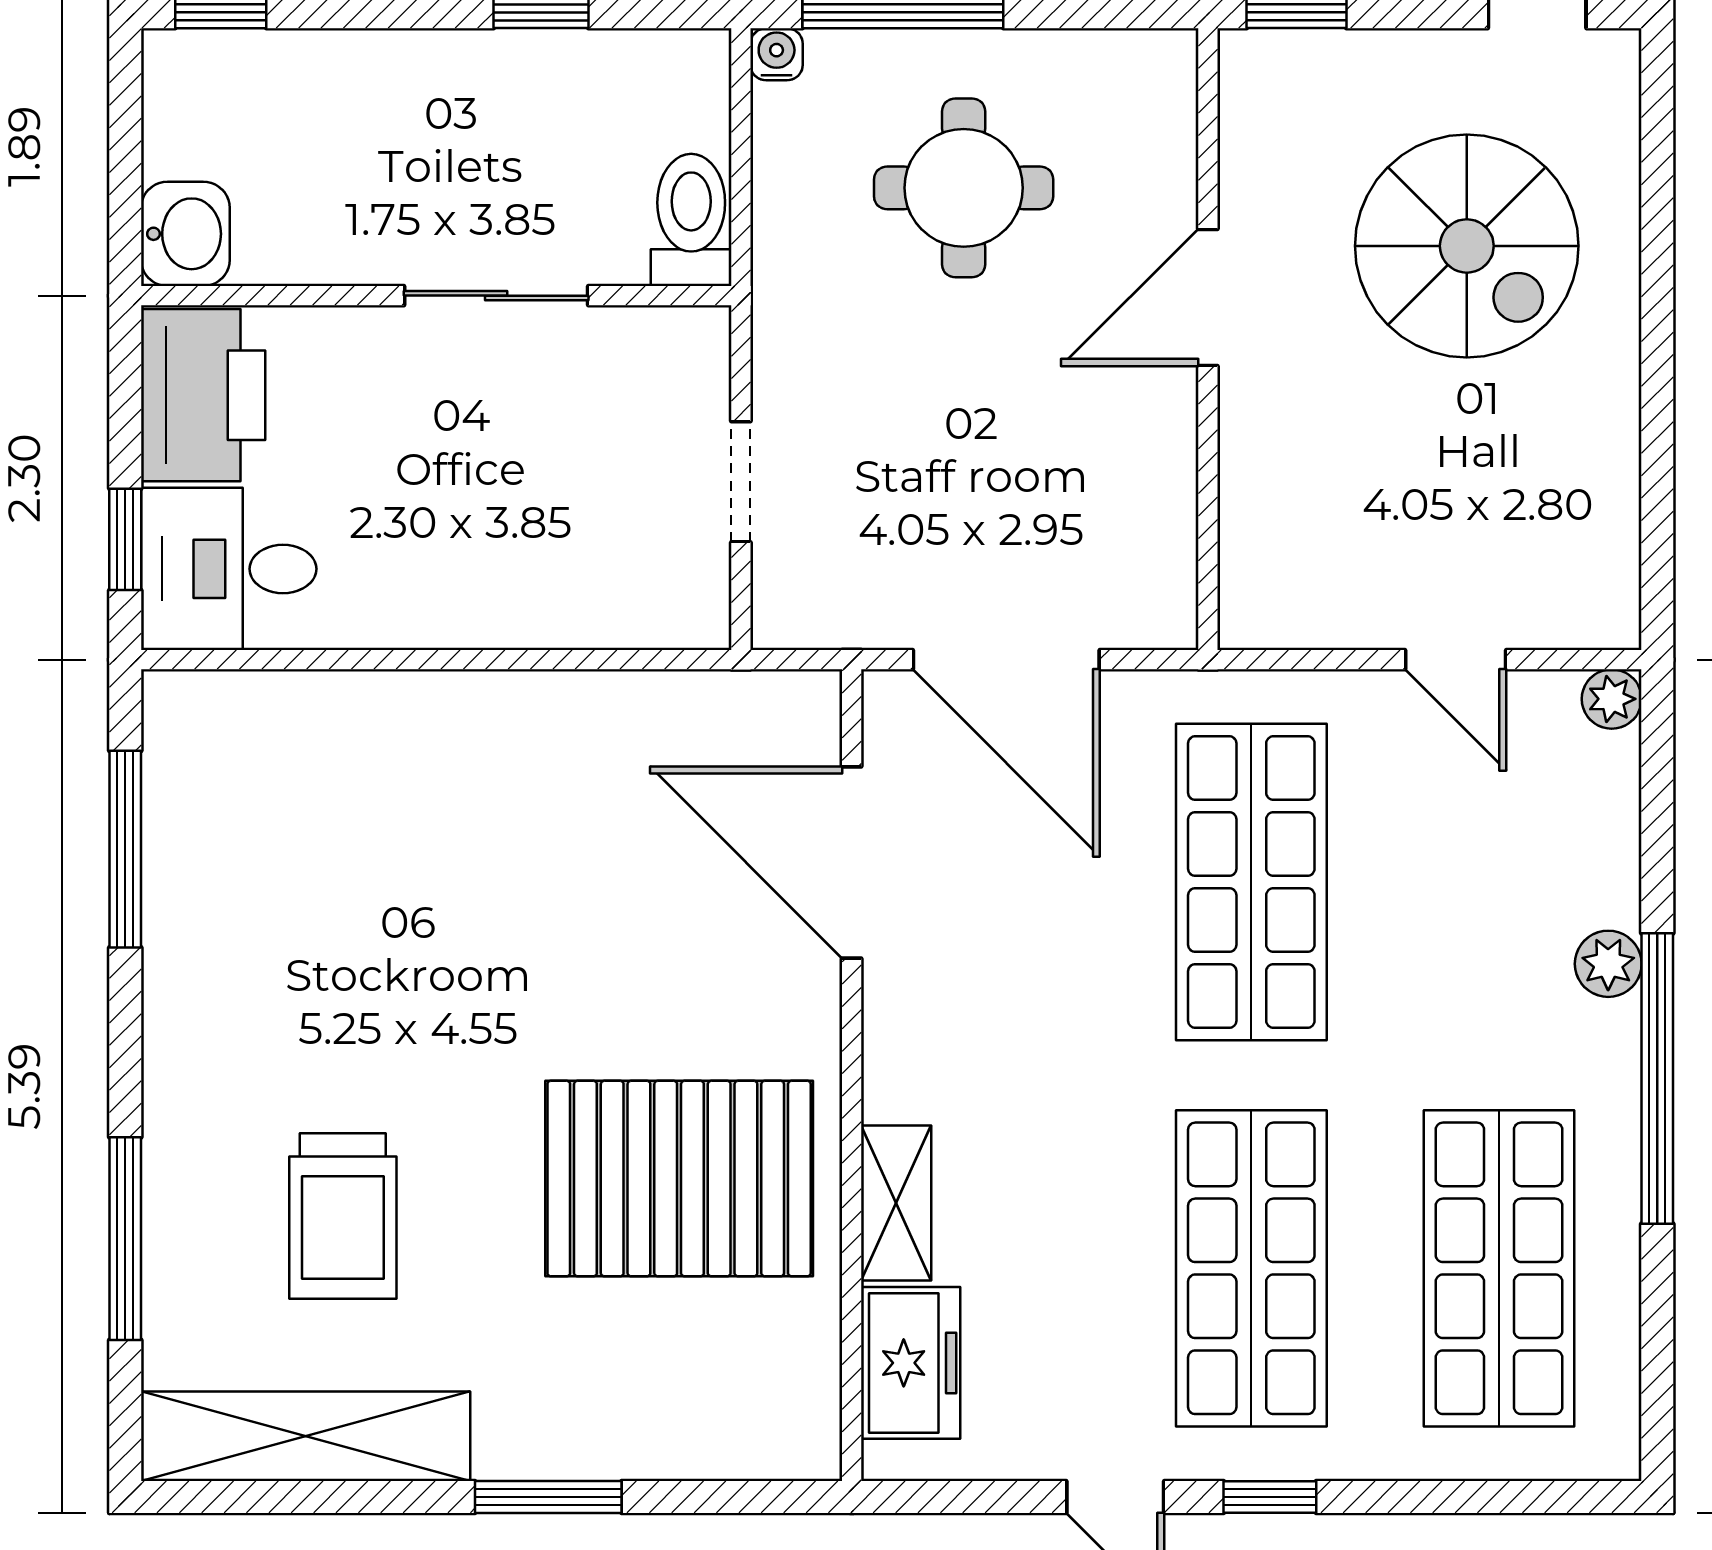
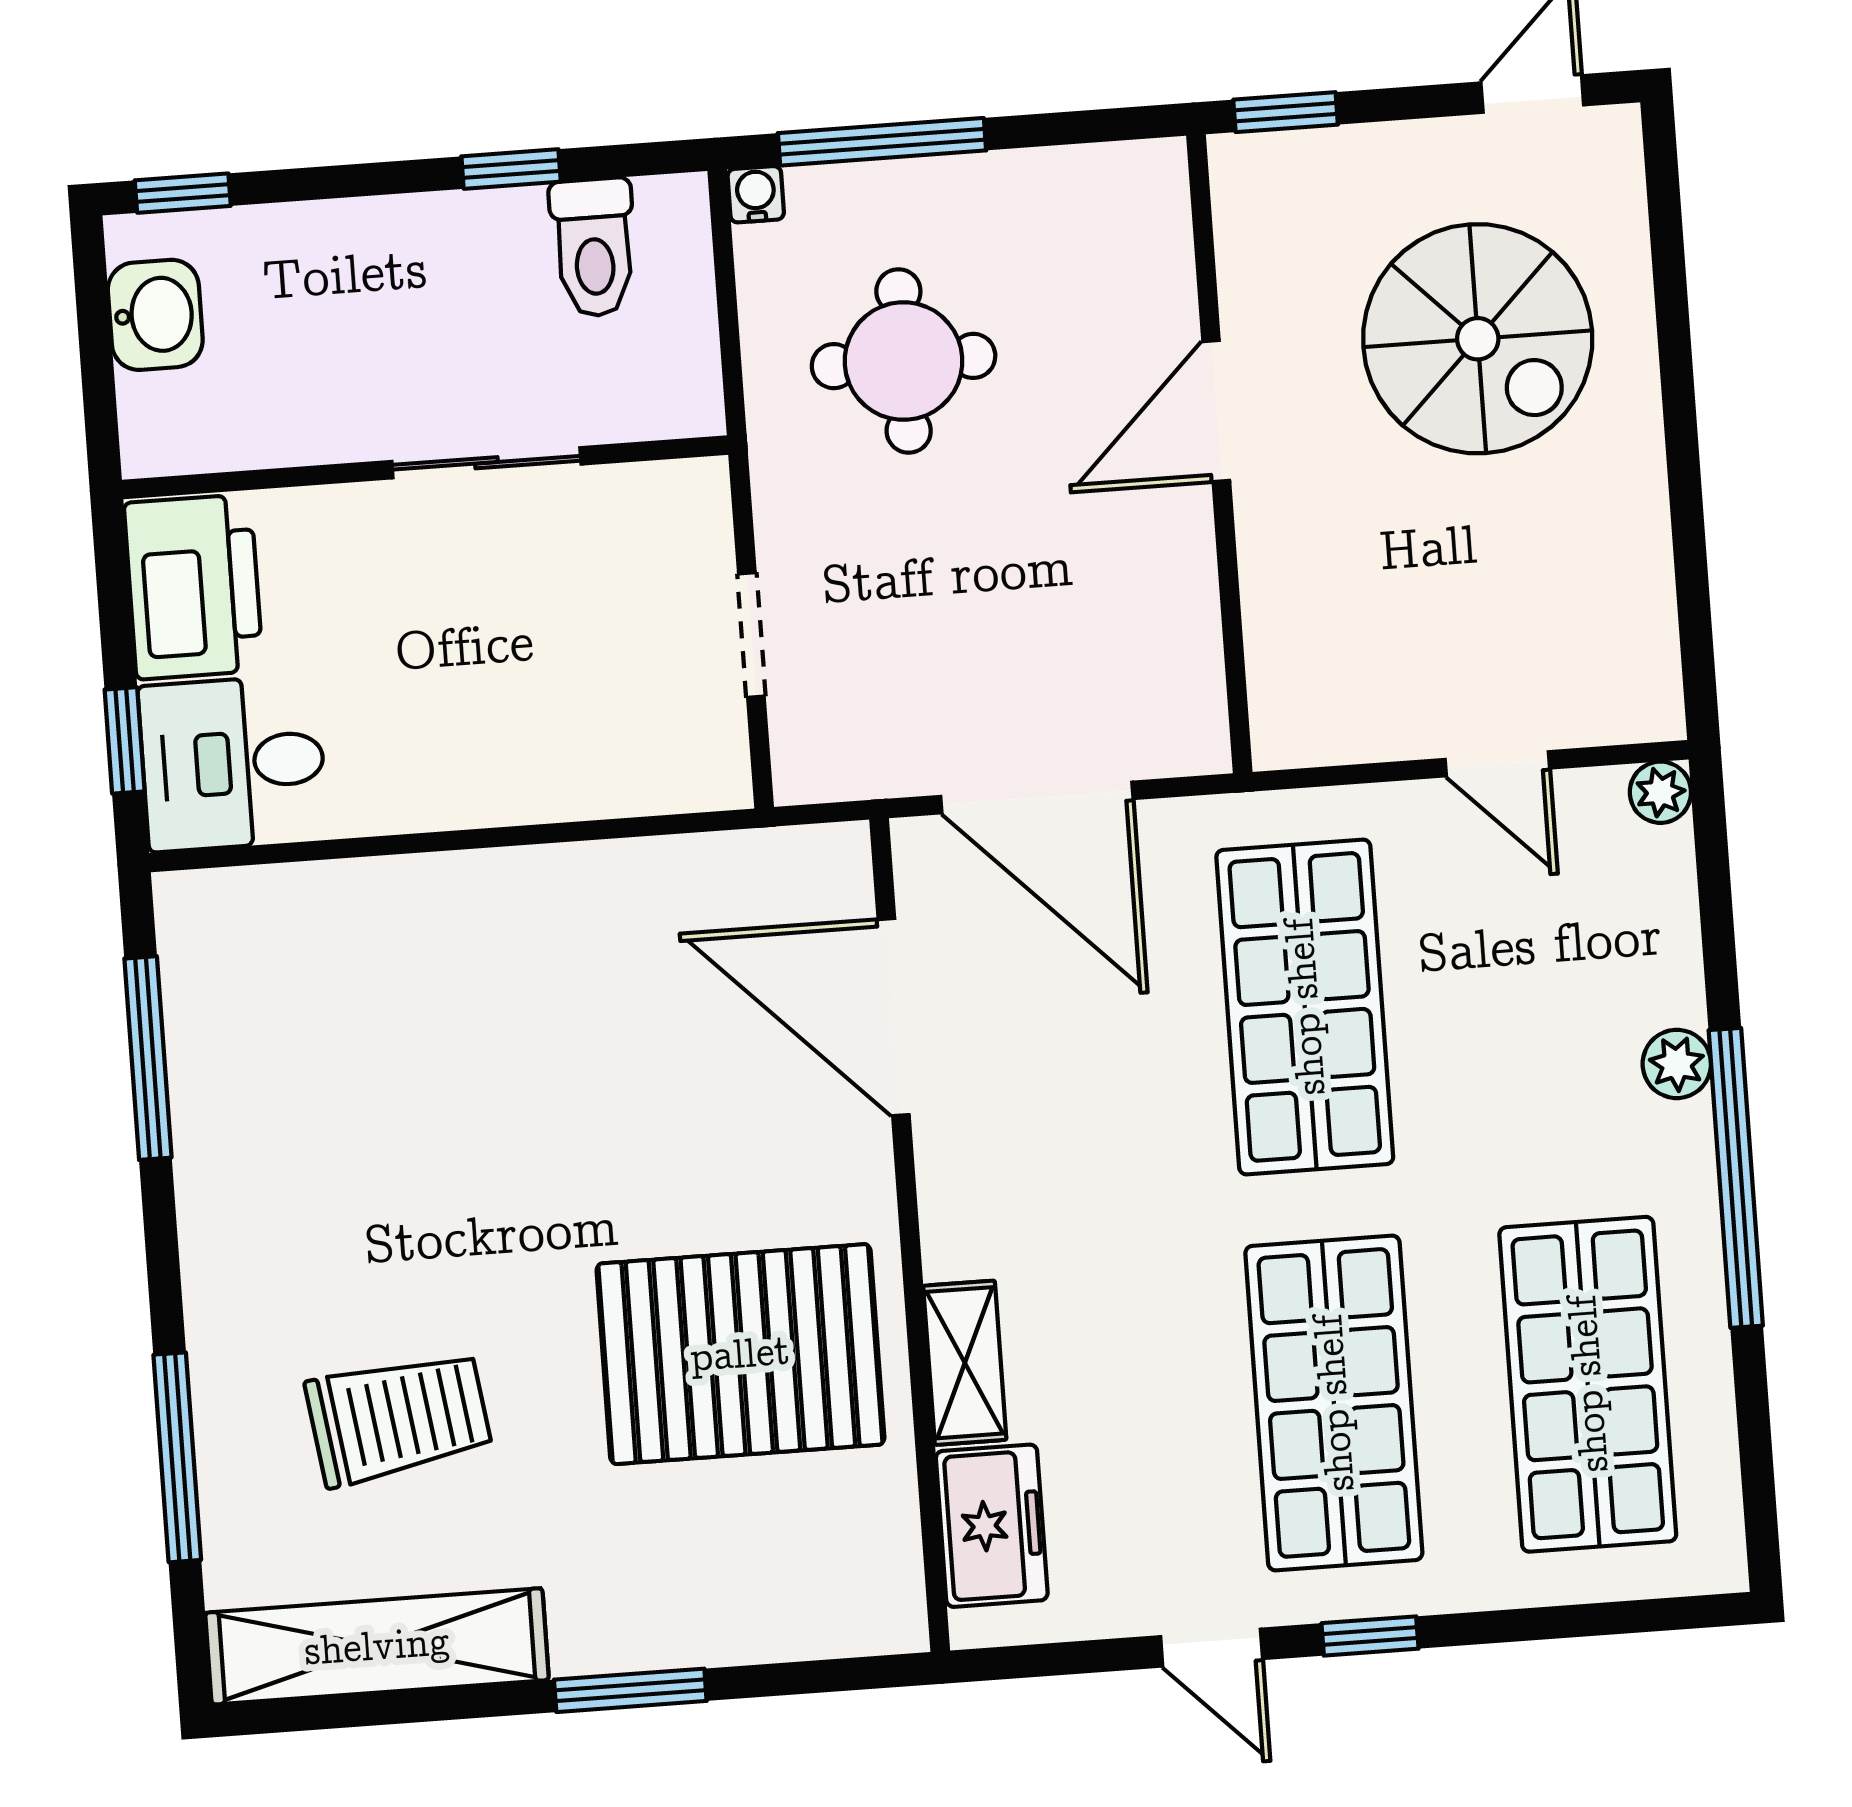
round table: (964, 188) -> (904, 361), moved
toilet: (691, 220) -> (594, 247), moved, turned 180
washbasin: (185, 234) -> (155, 315), moved
trolley: (343, 1216) -> (399, 1418), turned -98

